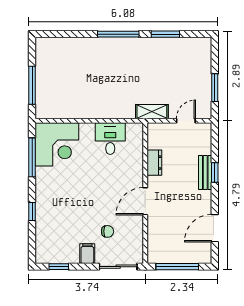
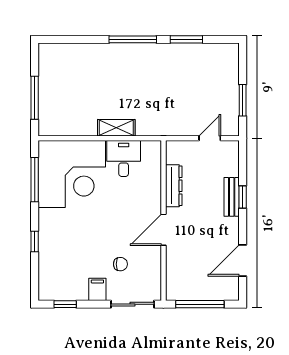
shelving: (152, 112) -> (116, 128), moved
corner desk: (57, 144) -> (72, 174), width x1.36, depth x1.36
dresser: (154, 163) -> (174, 186), width x1.44

